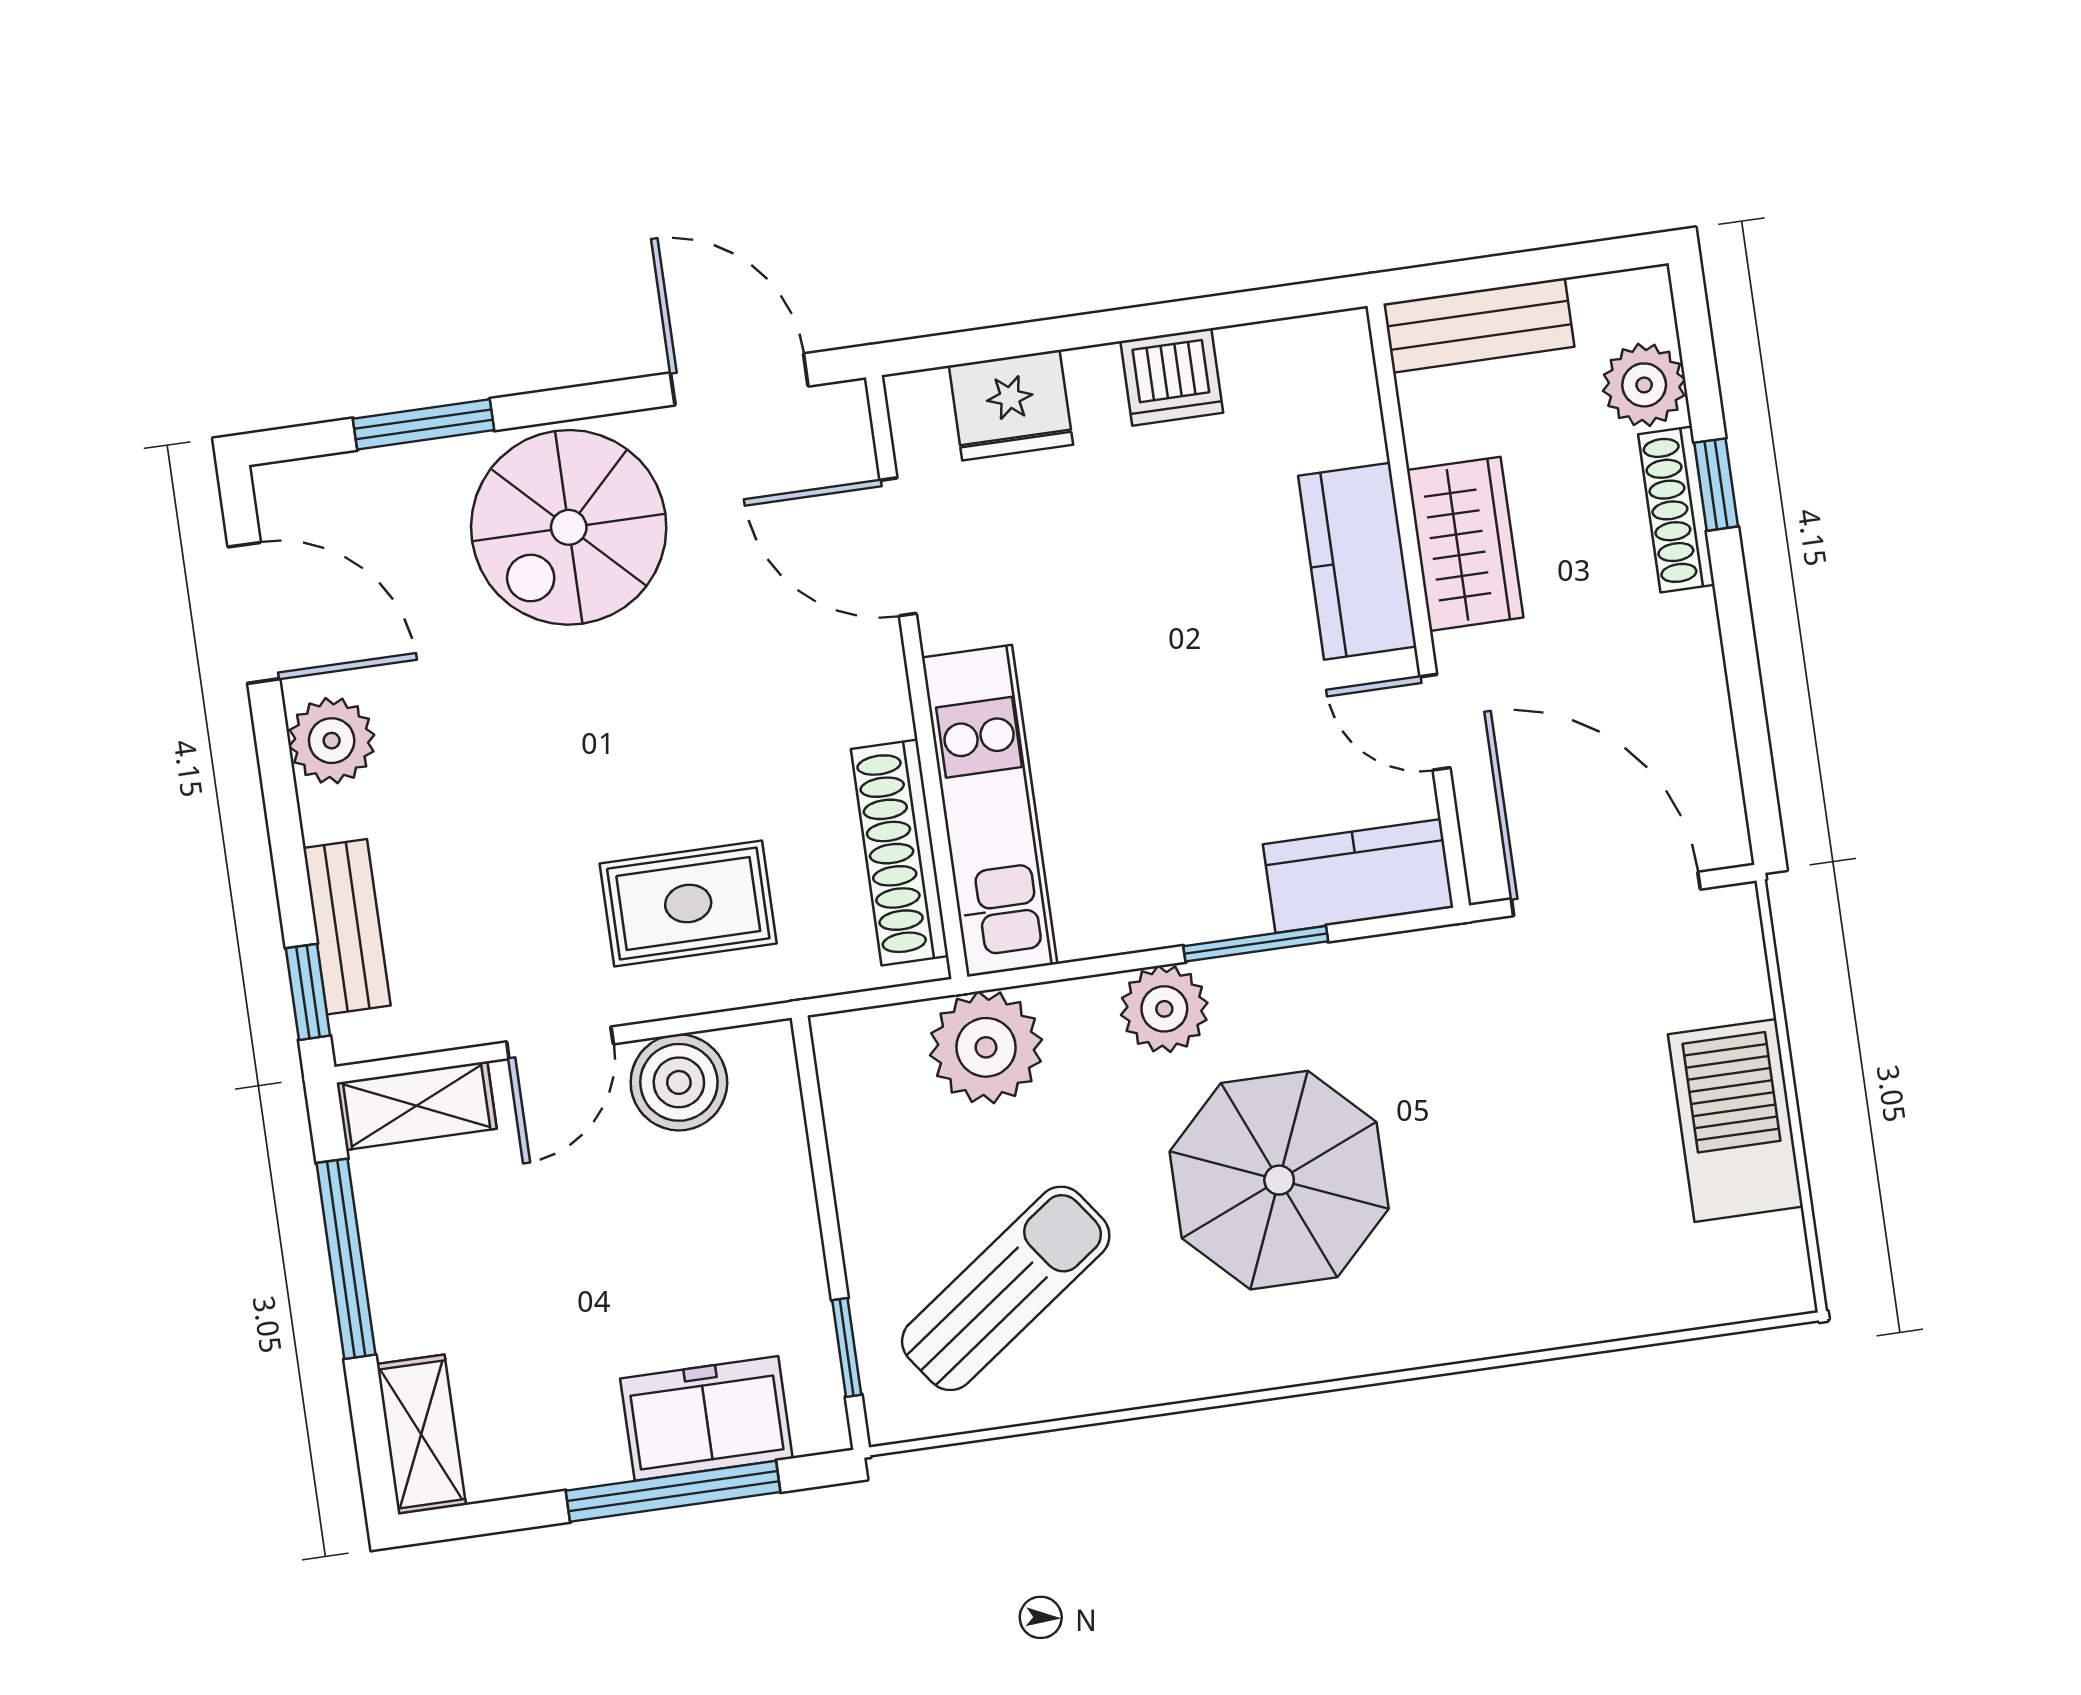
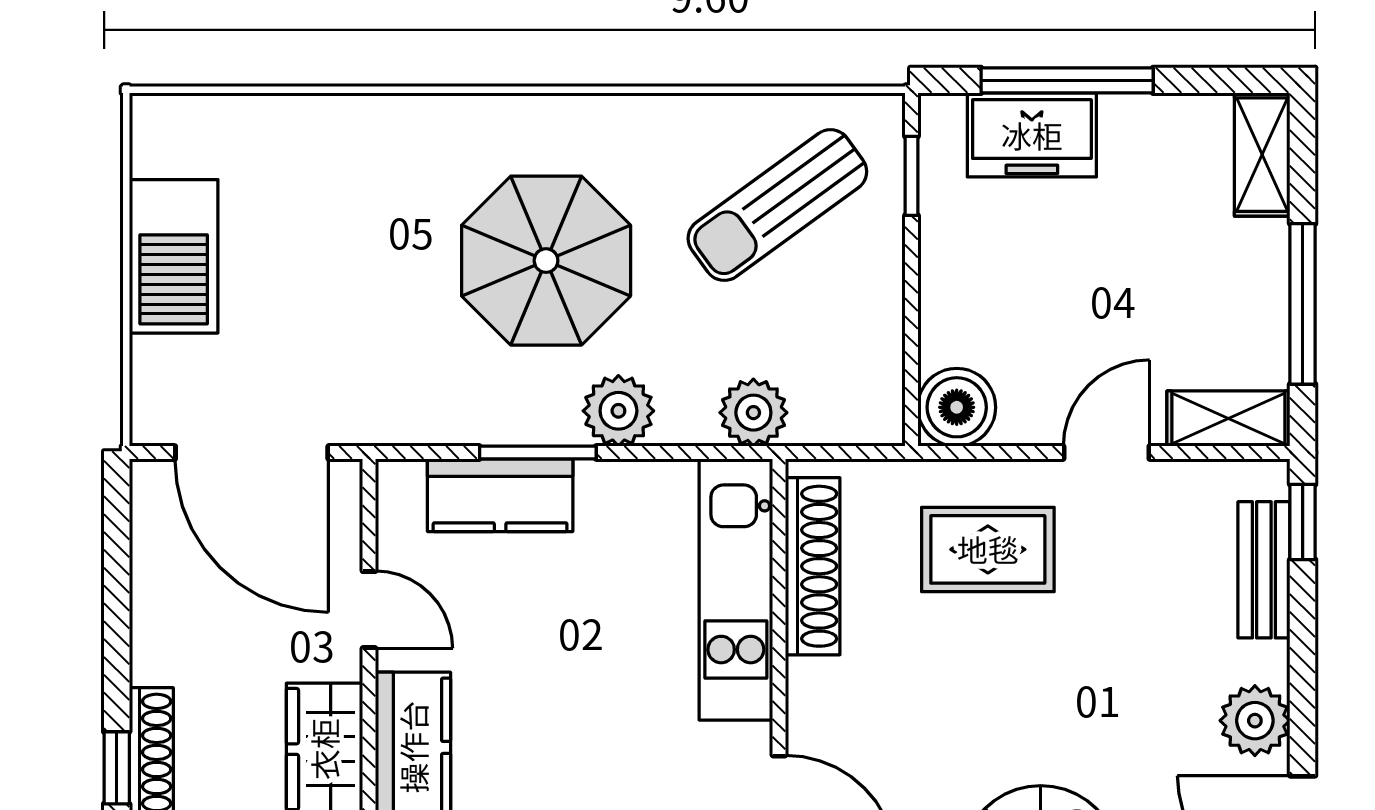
kitchen counter: (1358, 876) -> (500, 495), moved
plant: (986, 1047) -> (753, 413), width x0.73, depth x0.73
boiler: (679, 1082) -> (957, 407), moved

